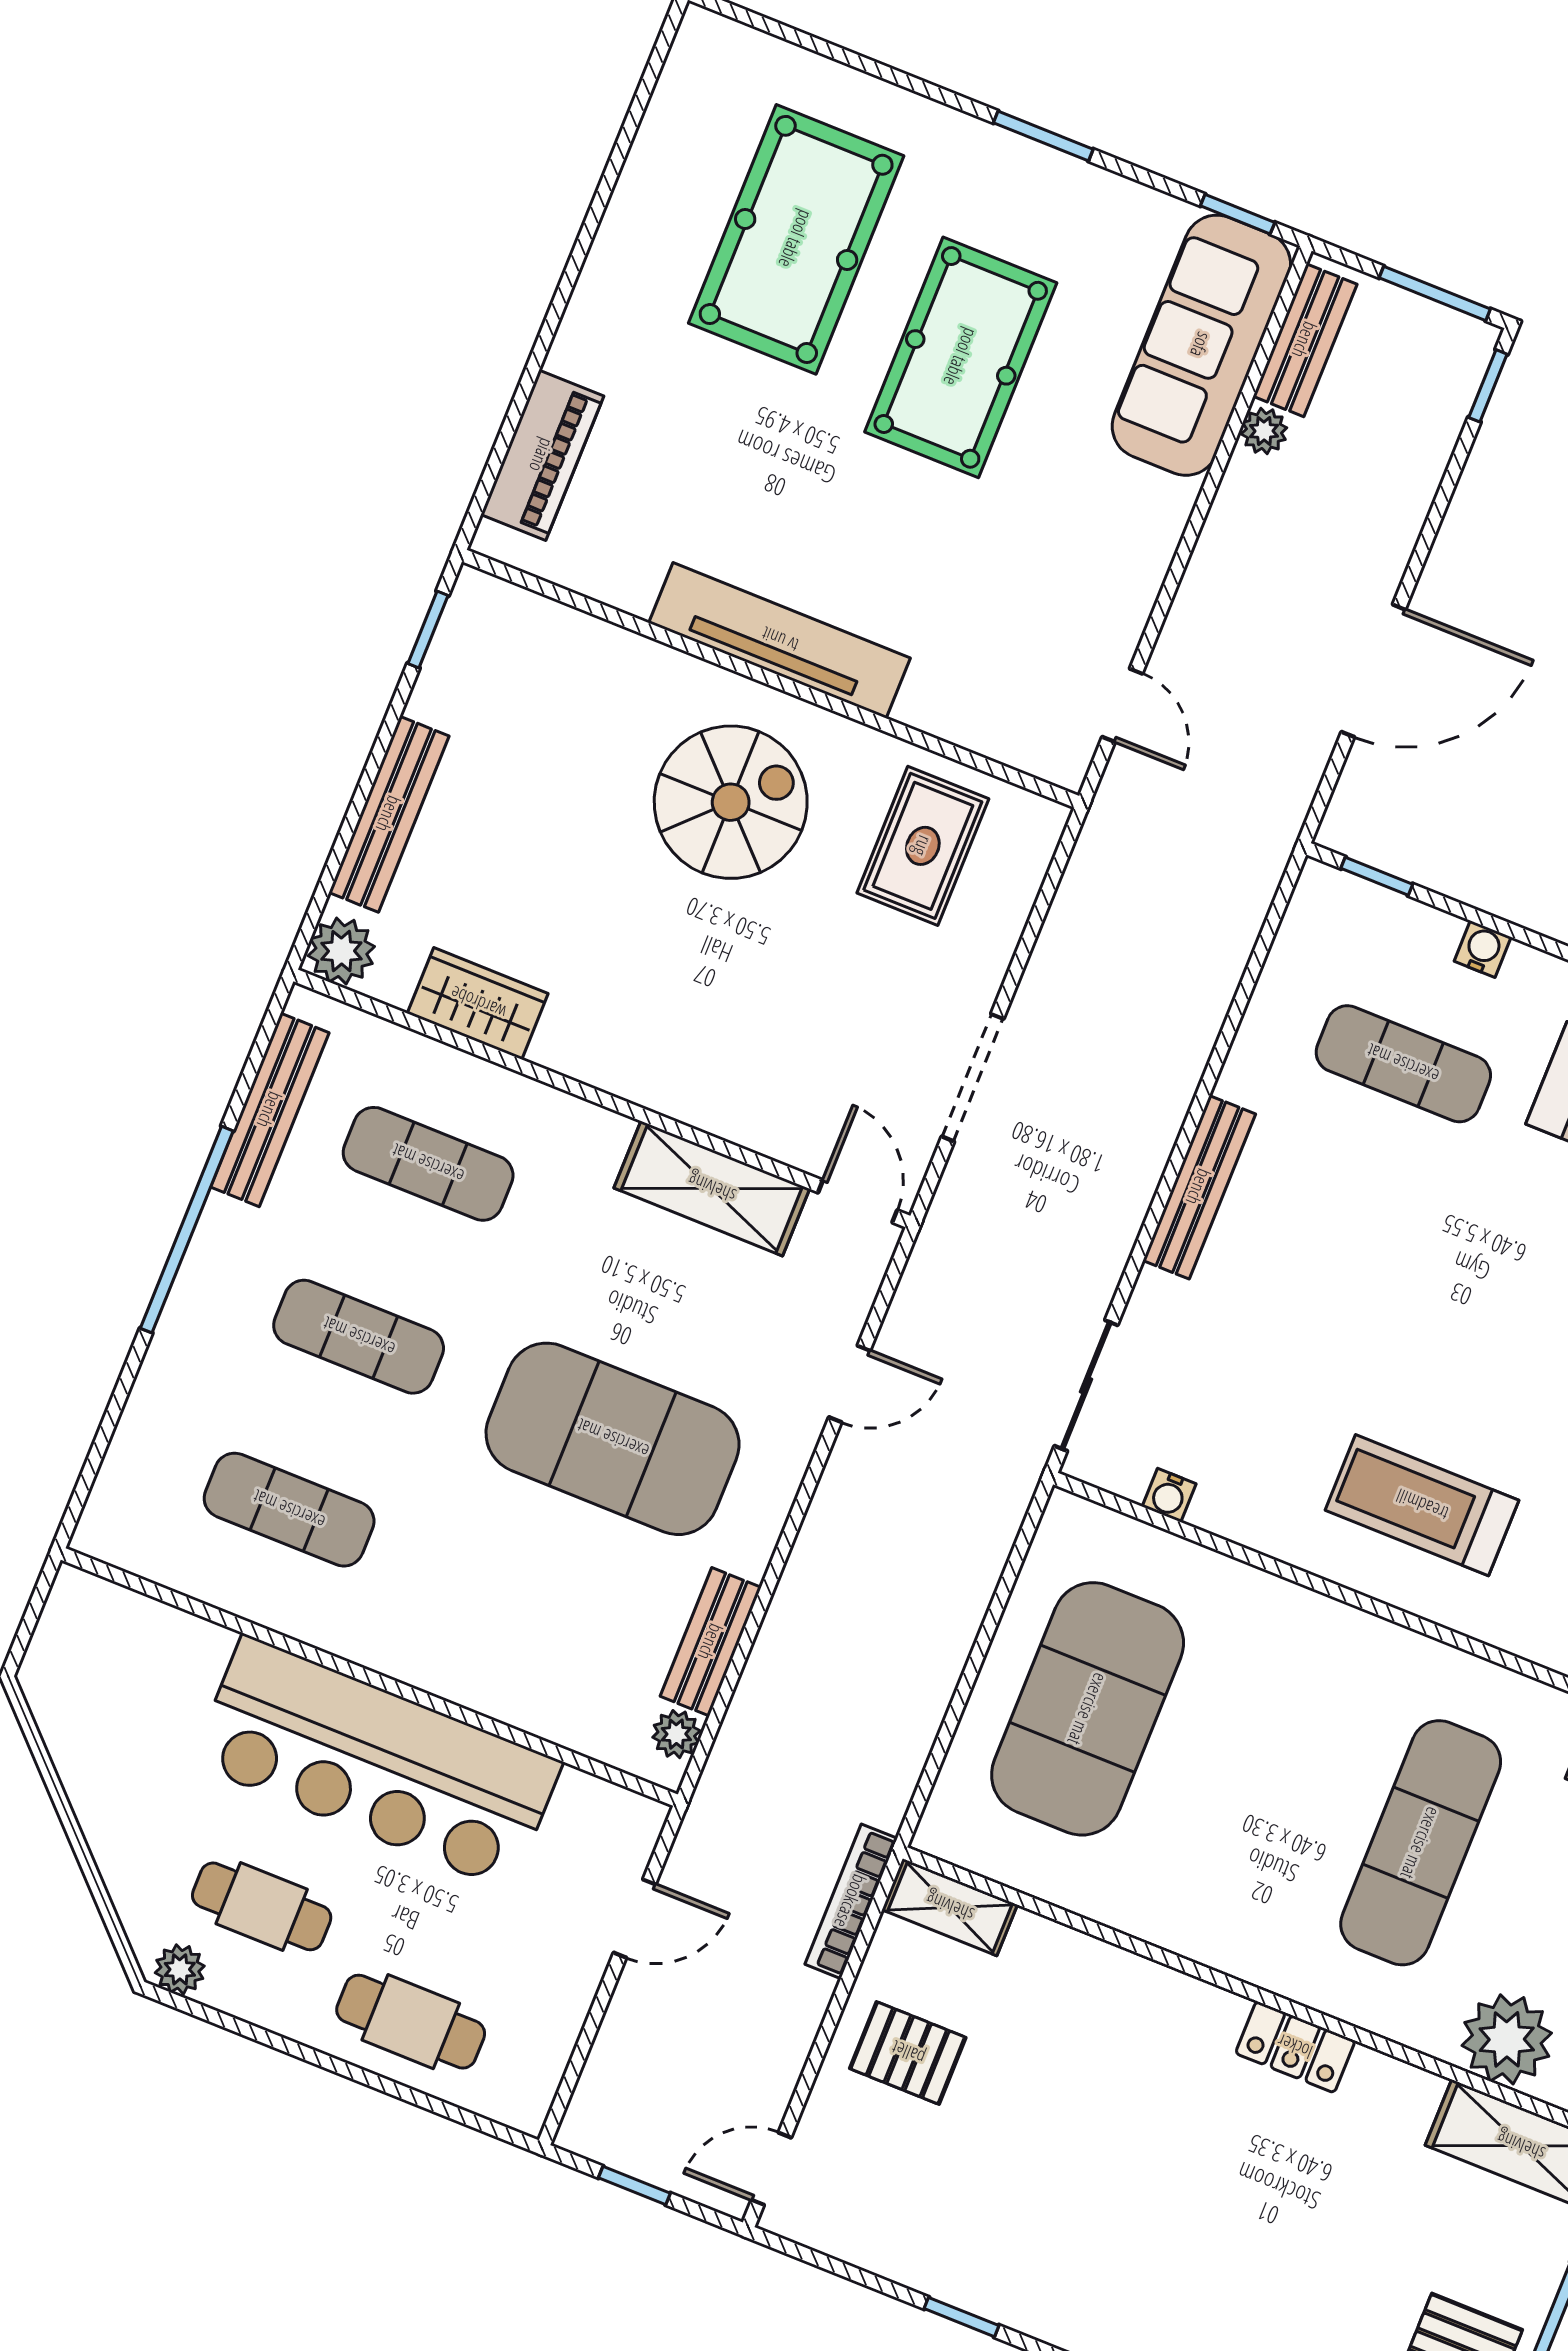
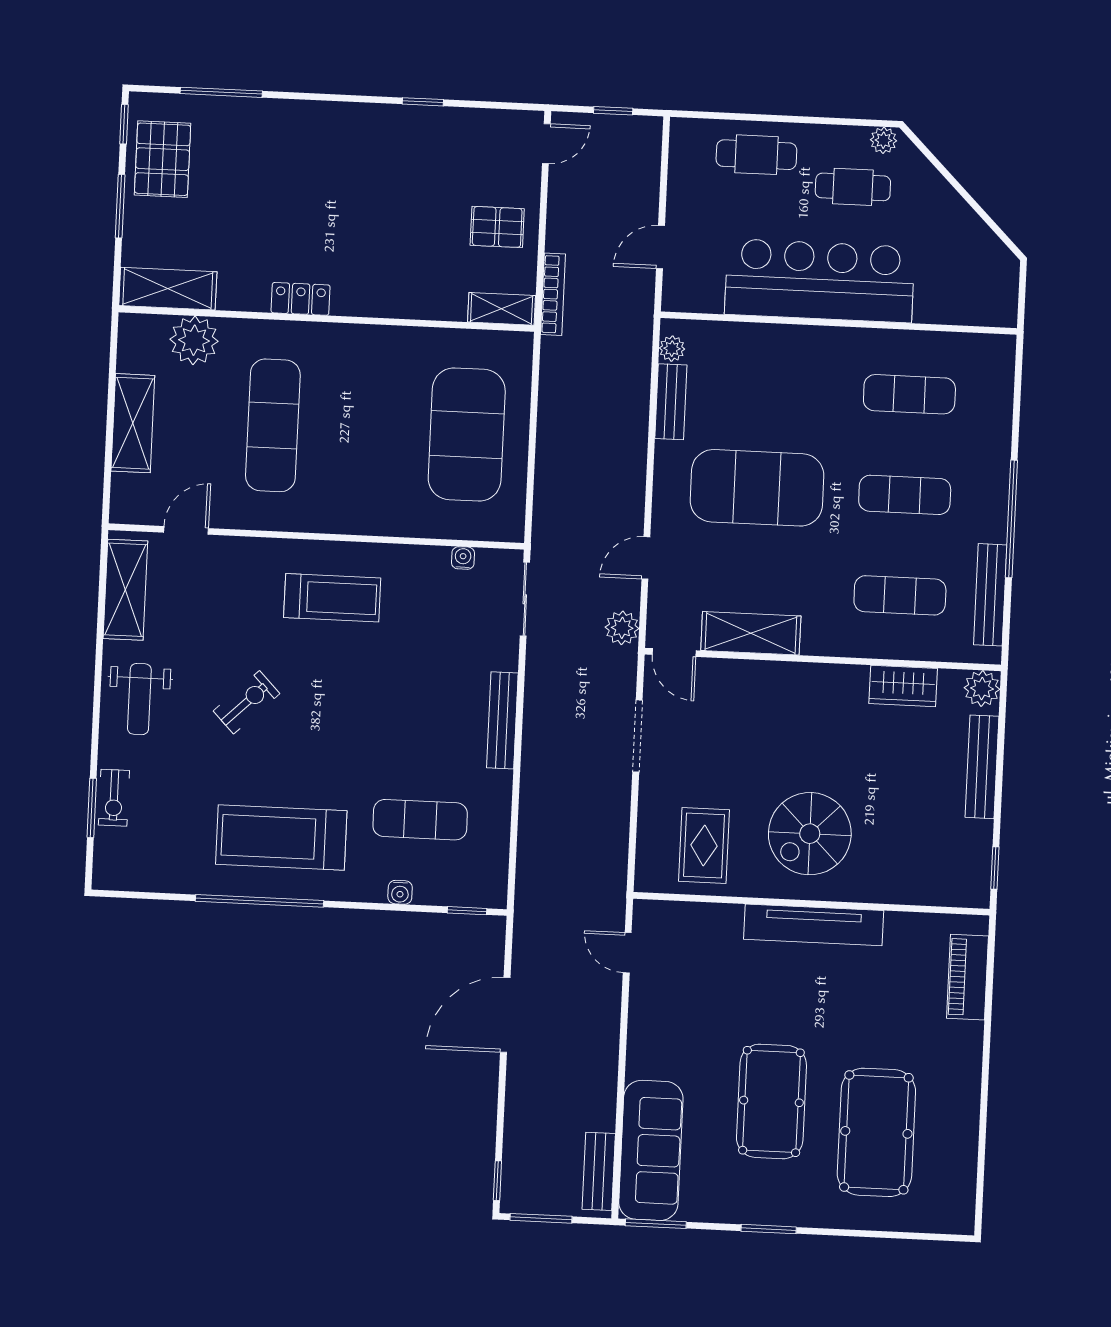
window: (1238, 214) -> (656, 1224), width x1.50
plant: (1264, 431) -> (622, 628), moved, width x1.38, depth x1.38

